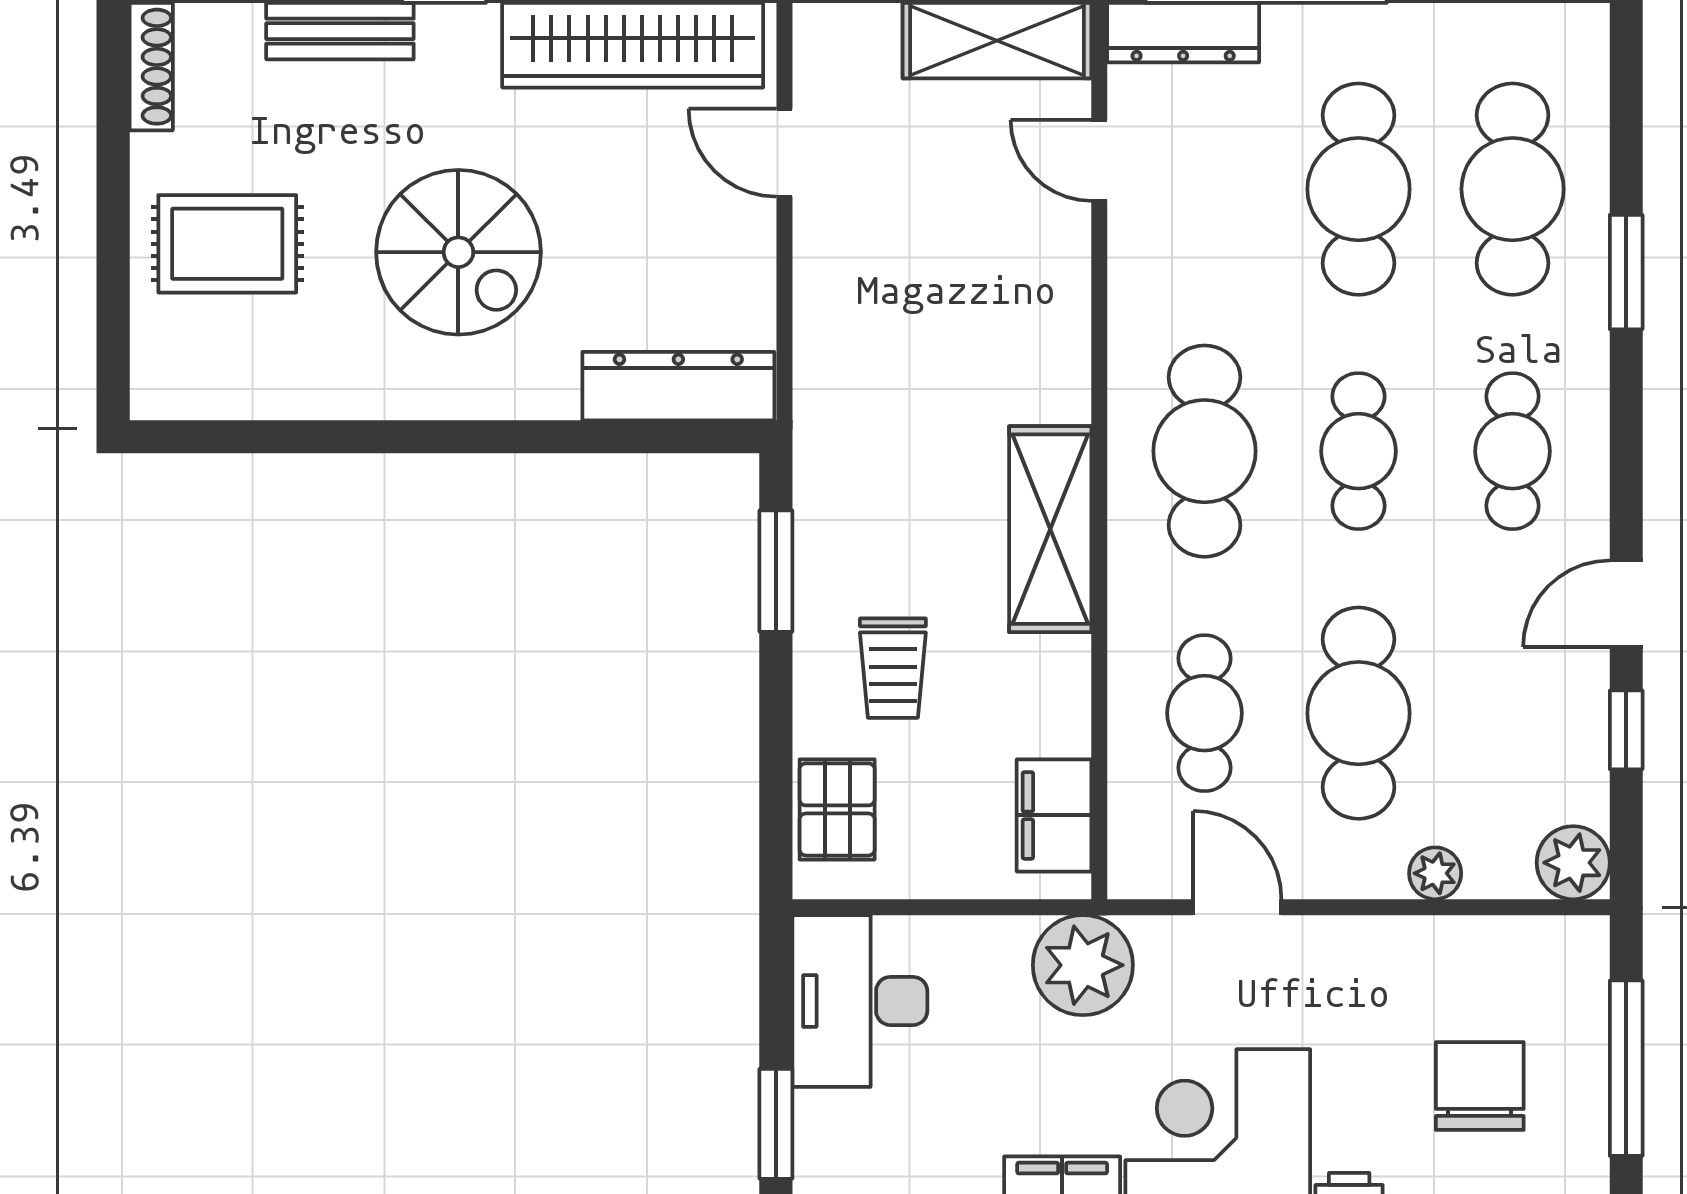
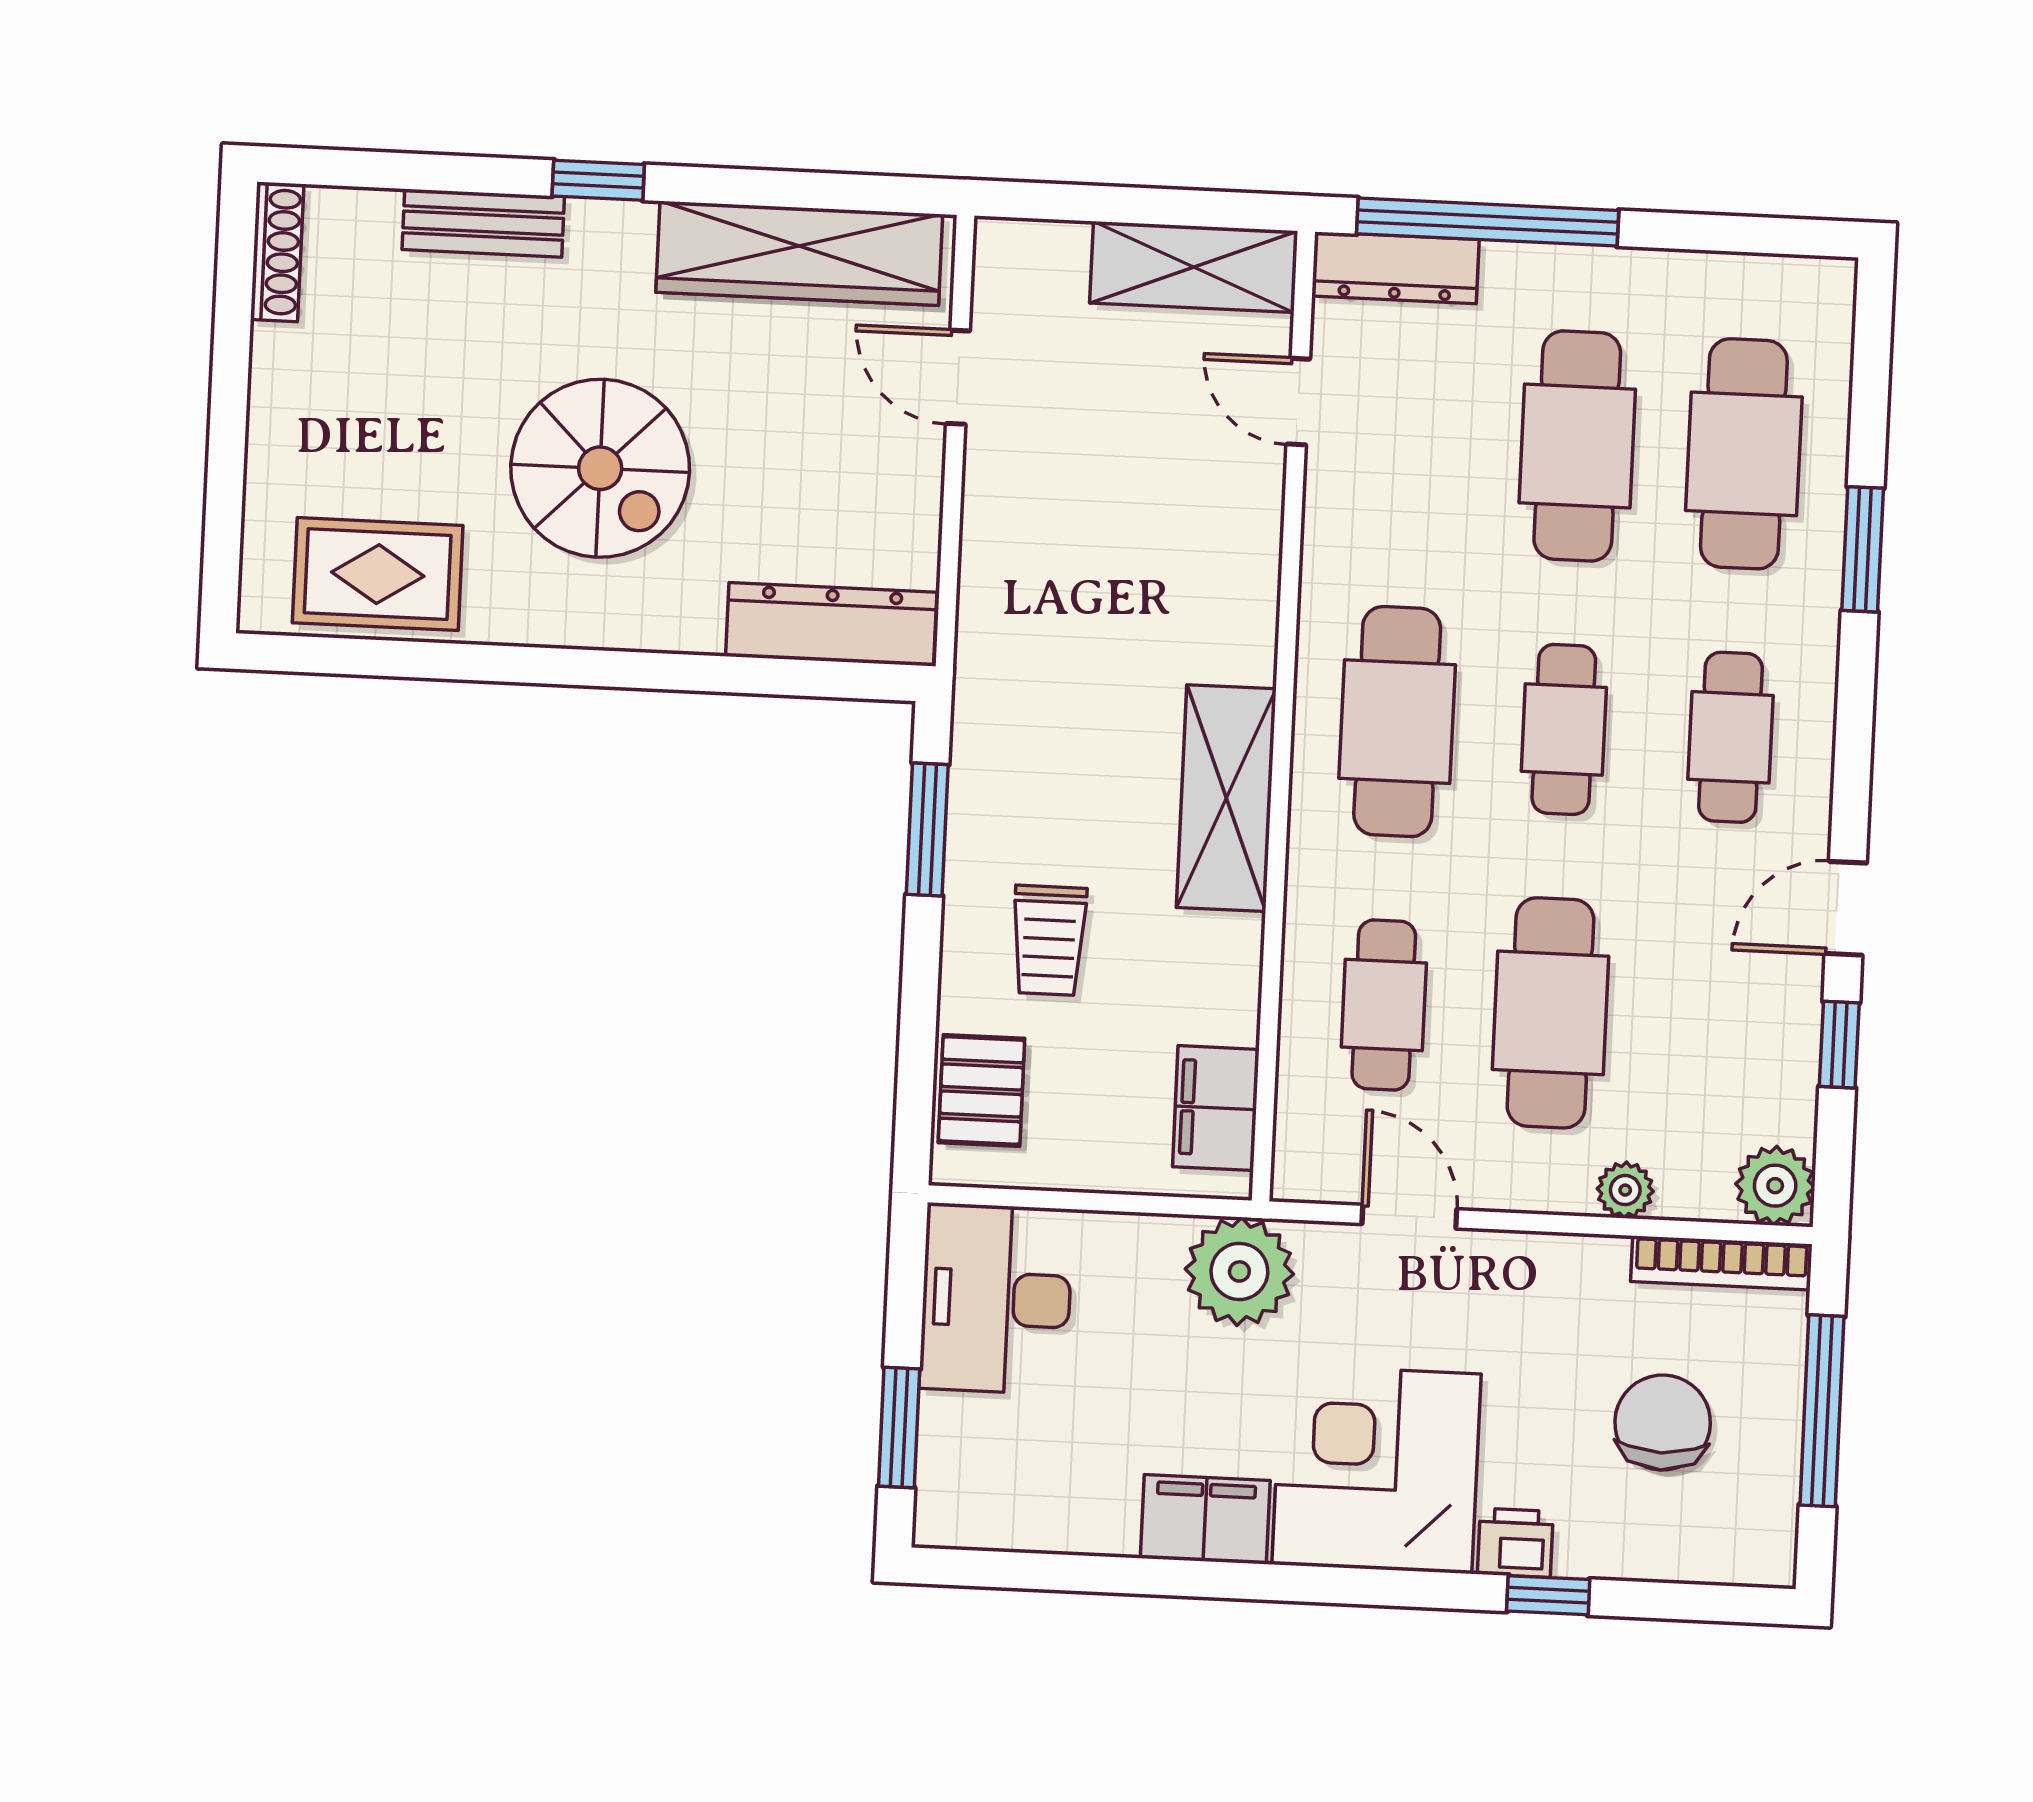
rug: (227, 244) -> (378, 574), moved
bookcase: (1527, 936) -> (1721, 1263), added

